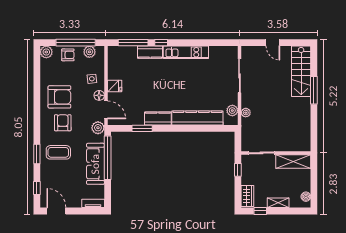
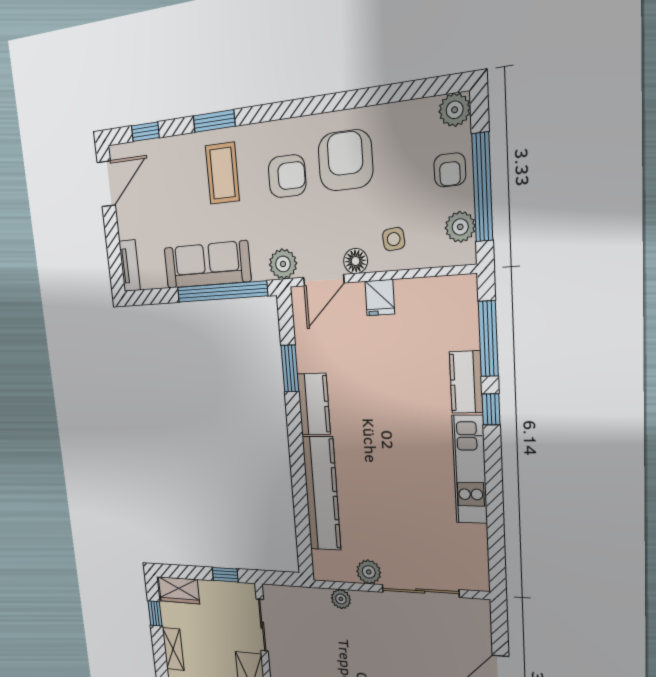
armchair: (59, 97) -> (345, 160), turned 180
plant: (232, 111) -> (369, 572), moved

